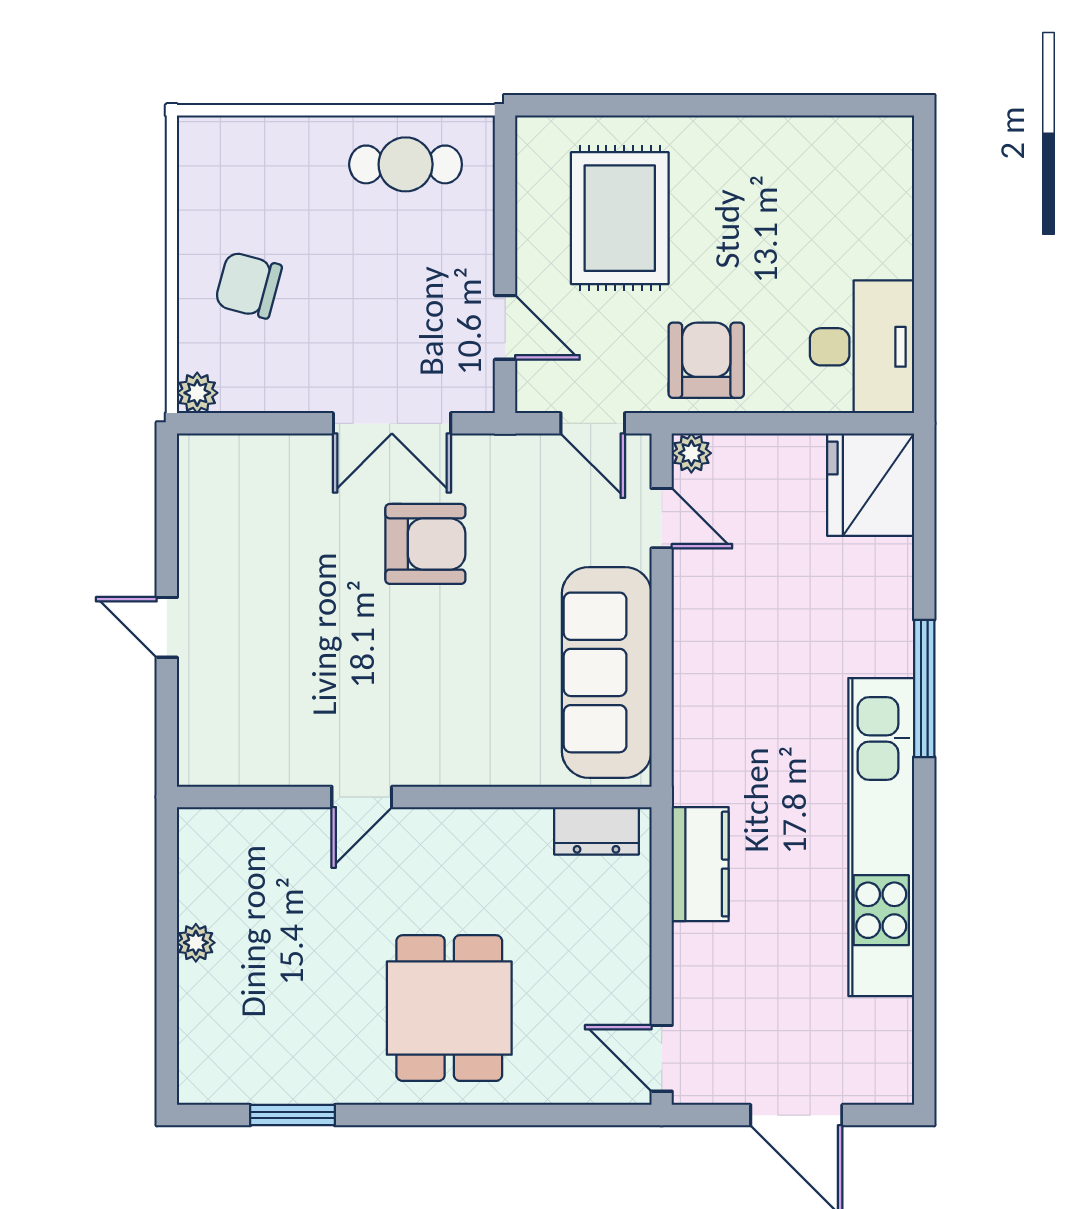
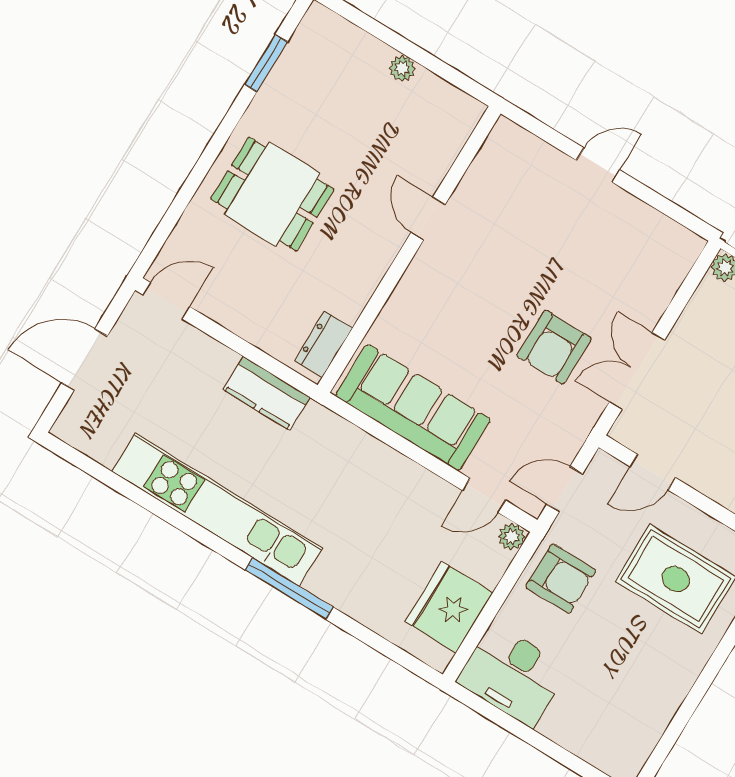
fridge: (871, 485) -> (449, 607), moved, turned -90

